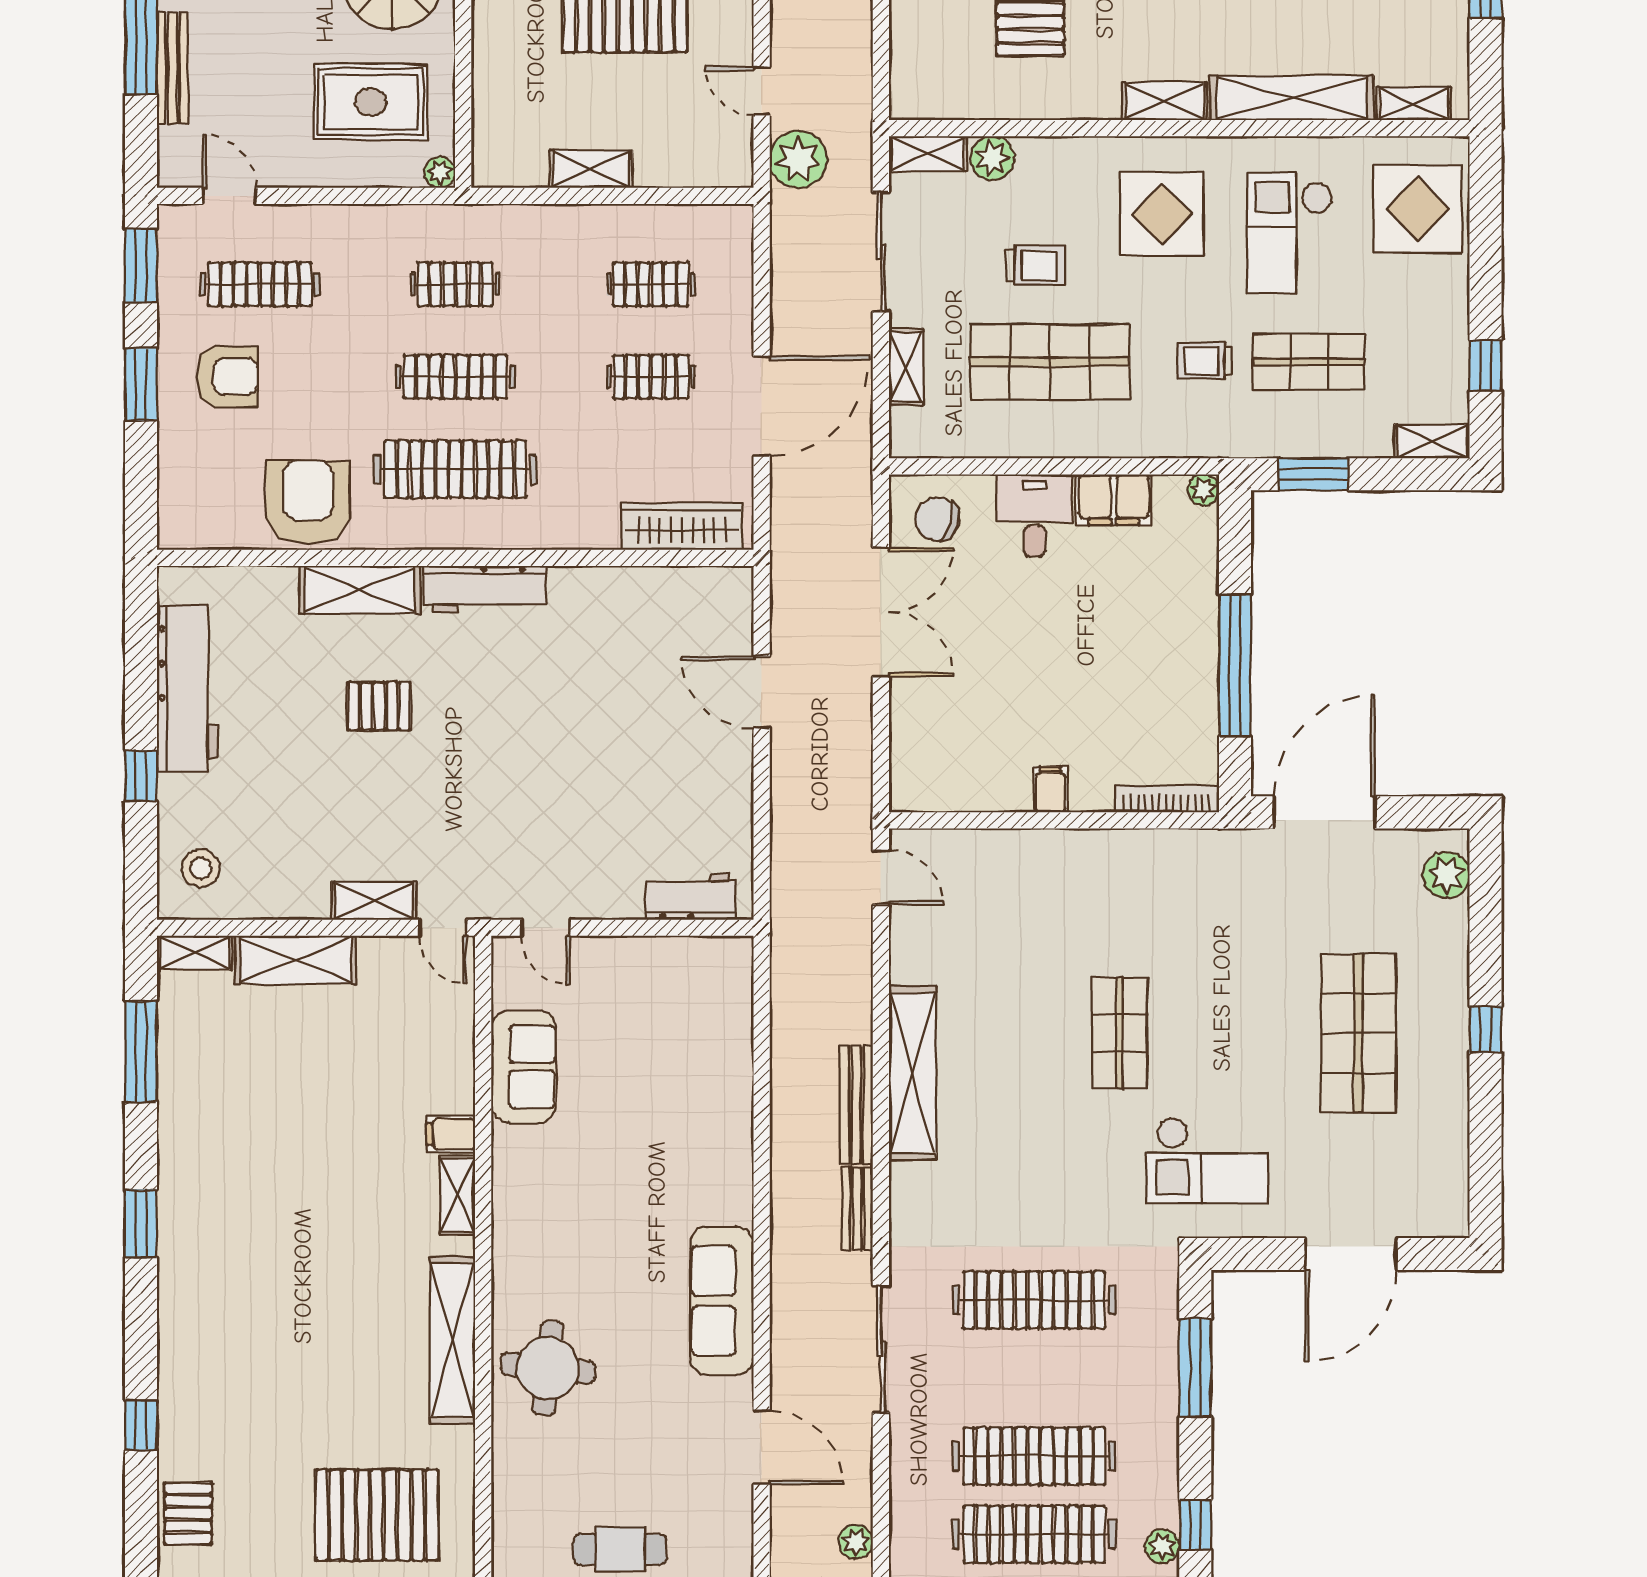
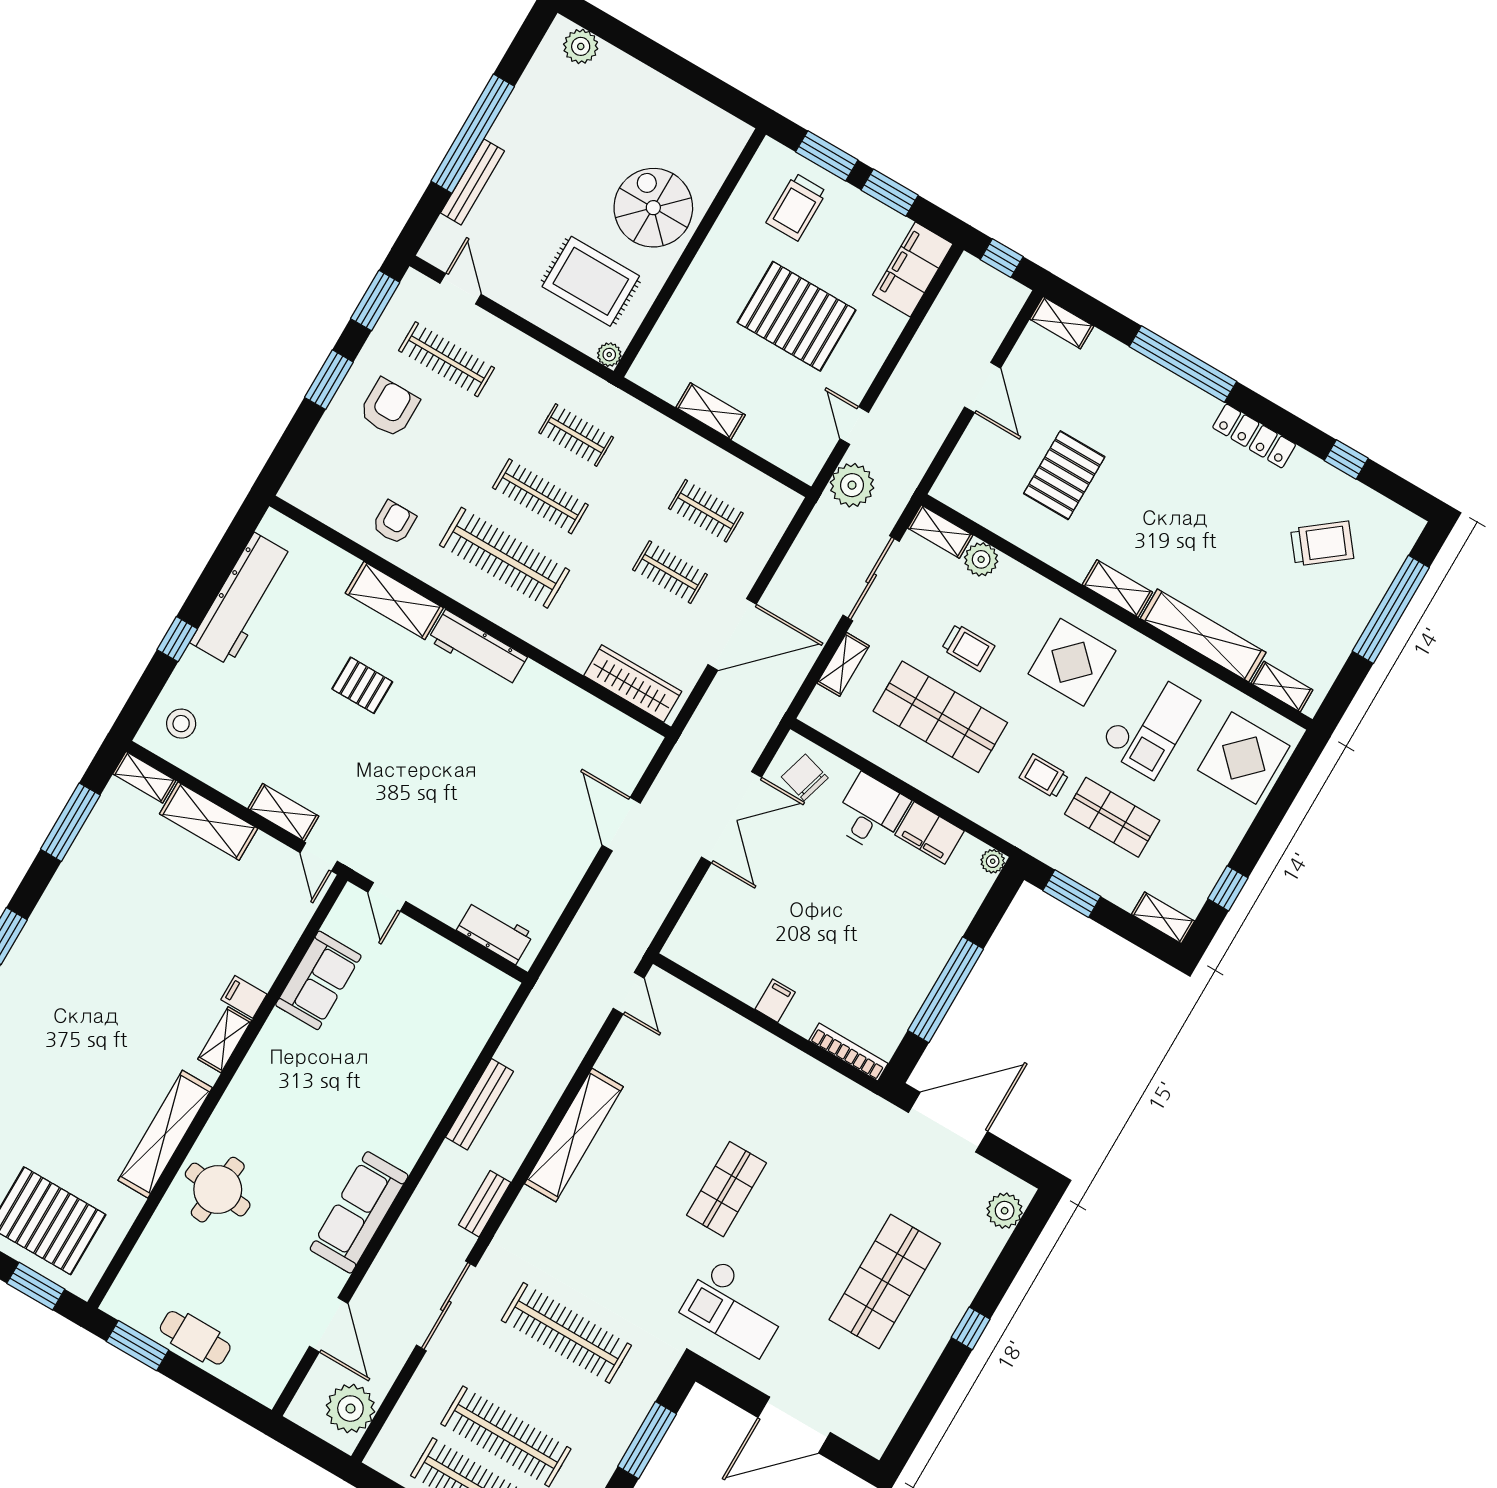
checkout: (1289, 233) -> (1149, 724), turned 180
armchair: (227, 377) -> (389, 408), turned -90
armchair: (308, 502) -> (394, 522), width x0.53, depth x0.53
bench: (856, 1105) -> (479, 1104), moved
plant: (856, 1542) -> (350, 1409), width x1.87, depth x1.87

